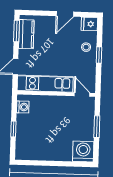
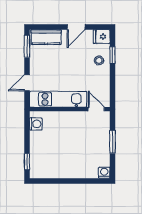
kitchen counter: (26, 34) -> (46, 37), moved, turned 90
window: (99, 55) -> (112, 55), moved
window: (13, 129) -> (27, 162), moved
washing machine: (83, 152) -> (104, 173), width x0.53, depth x0.53

